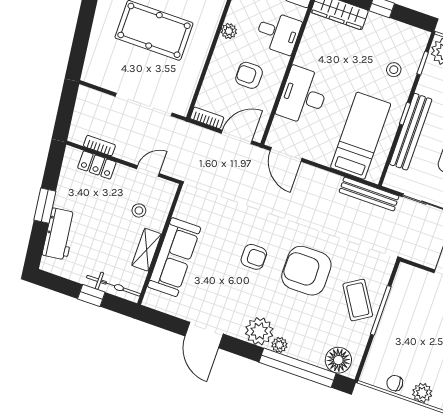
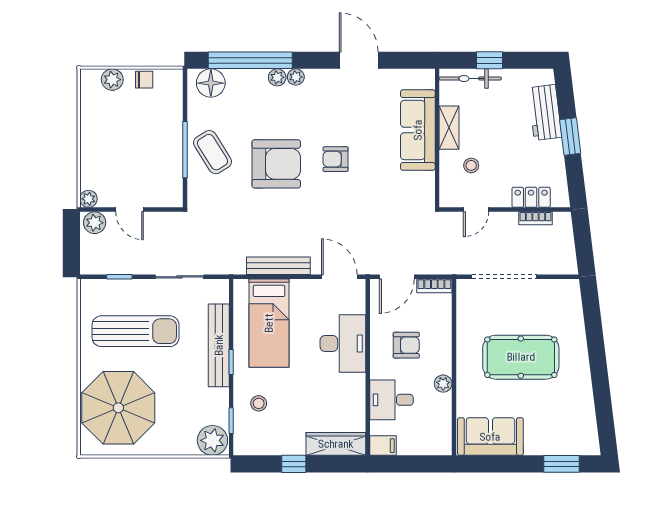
bench: (369, 194) -> (278, 266), moved
plant: (259, 331) -> (296, 77), width x0.53, depth x0.53

